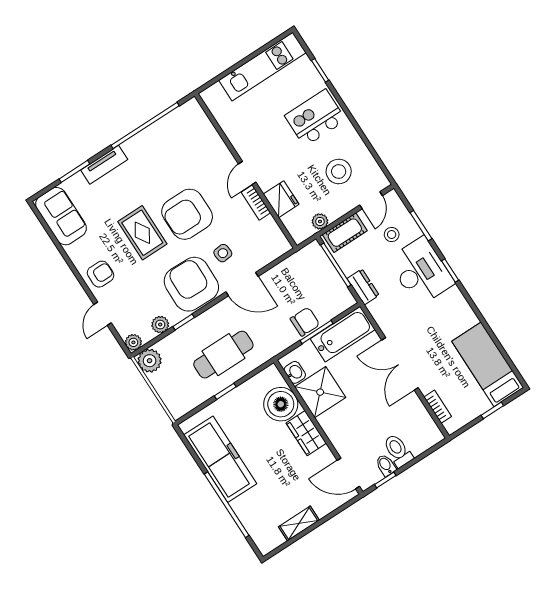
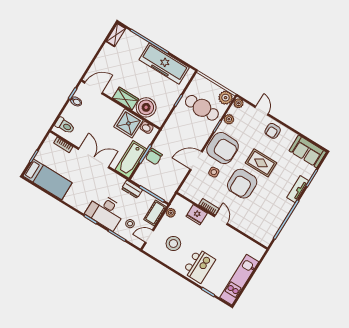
door: (371, 200) -> (149, 236), hinge flipped
armchair: (187, 214) -> (242, 184), turned 180
cafe table: (223, 355) -> (202, 108), moved, turned 90
toilet: (398, 451) -> (65, 126), moved
shelving: (299, 523) -> (116, 35), moved

